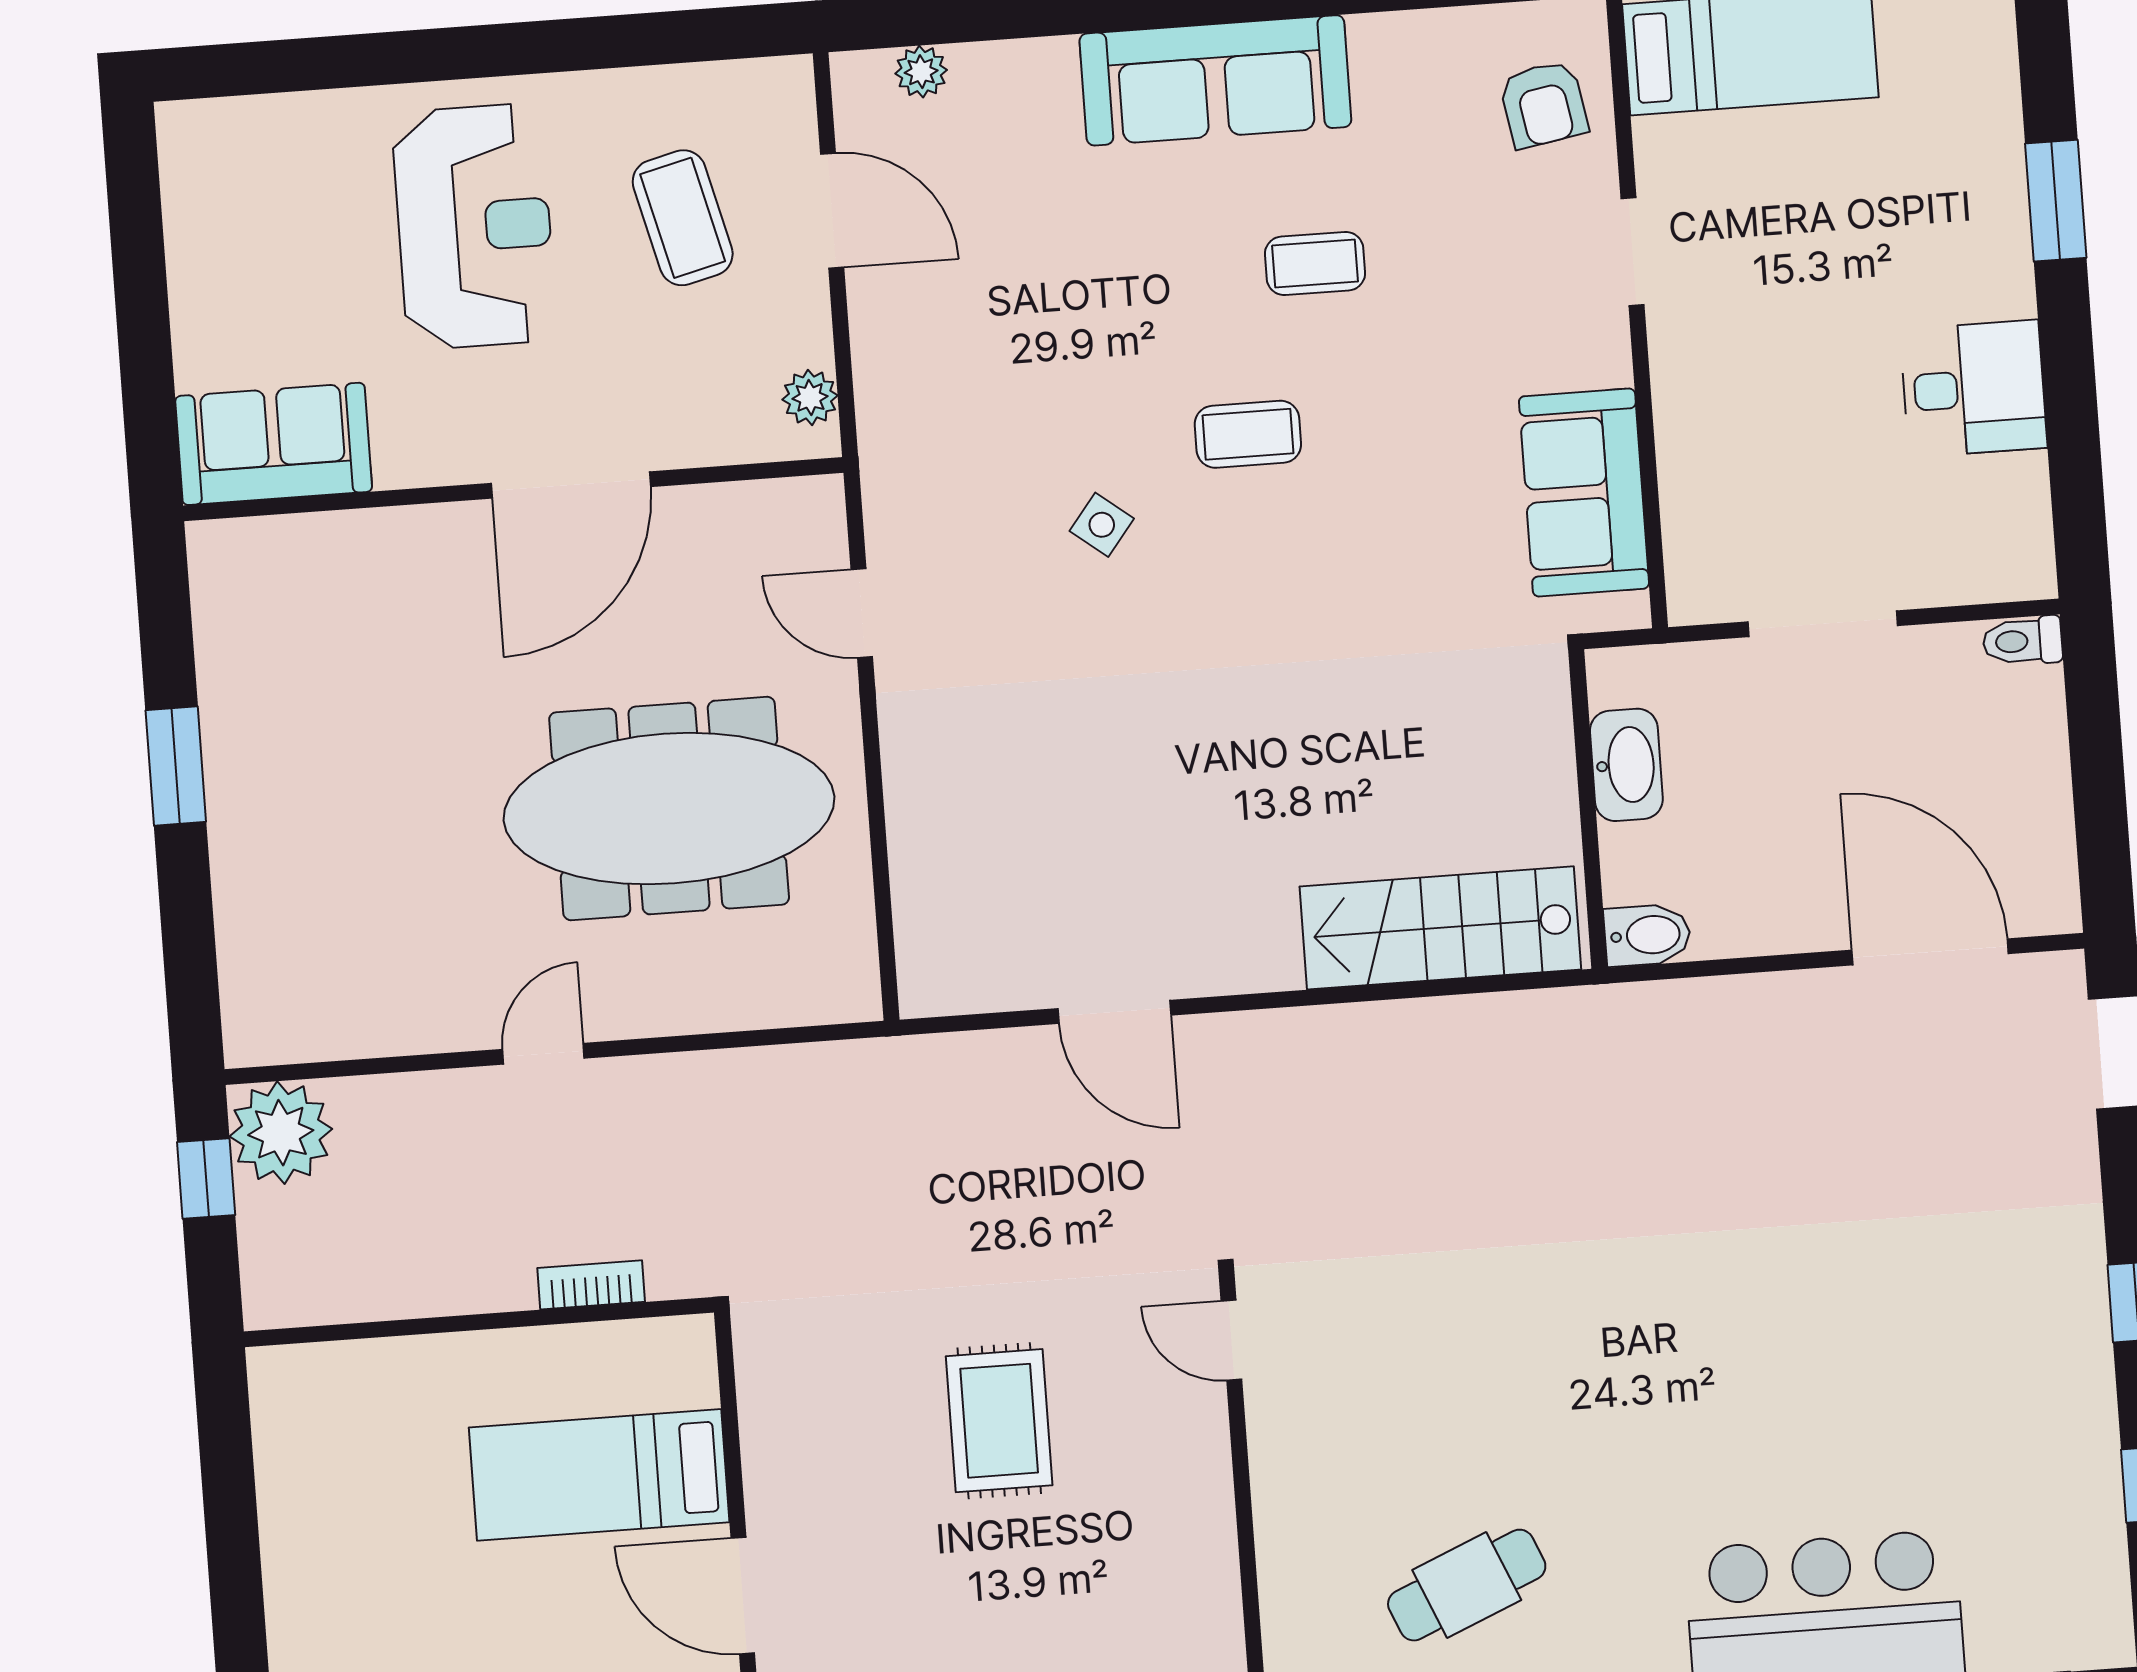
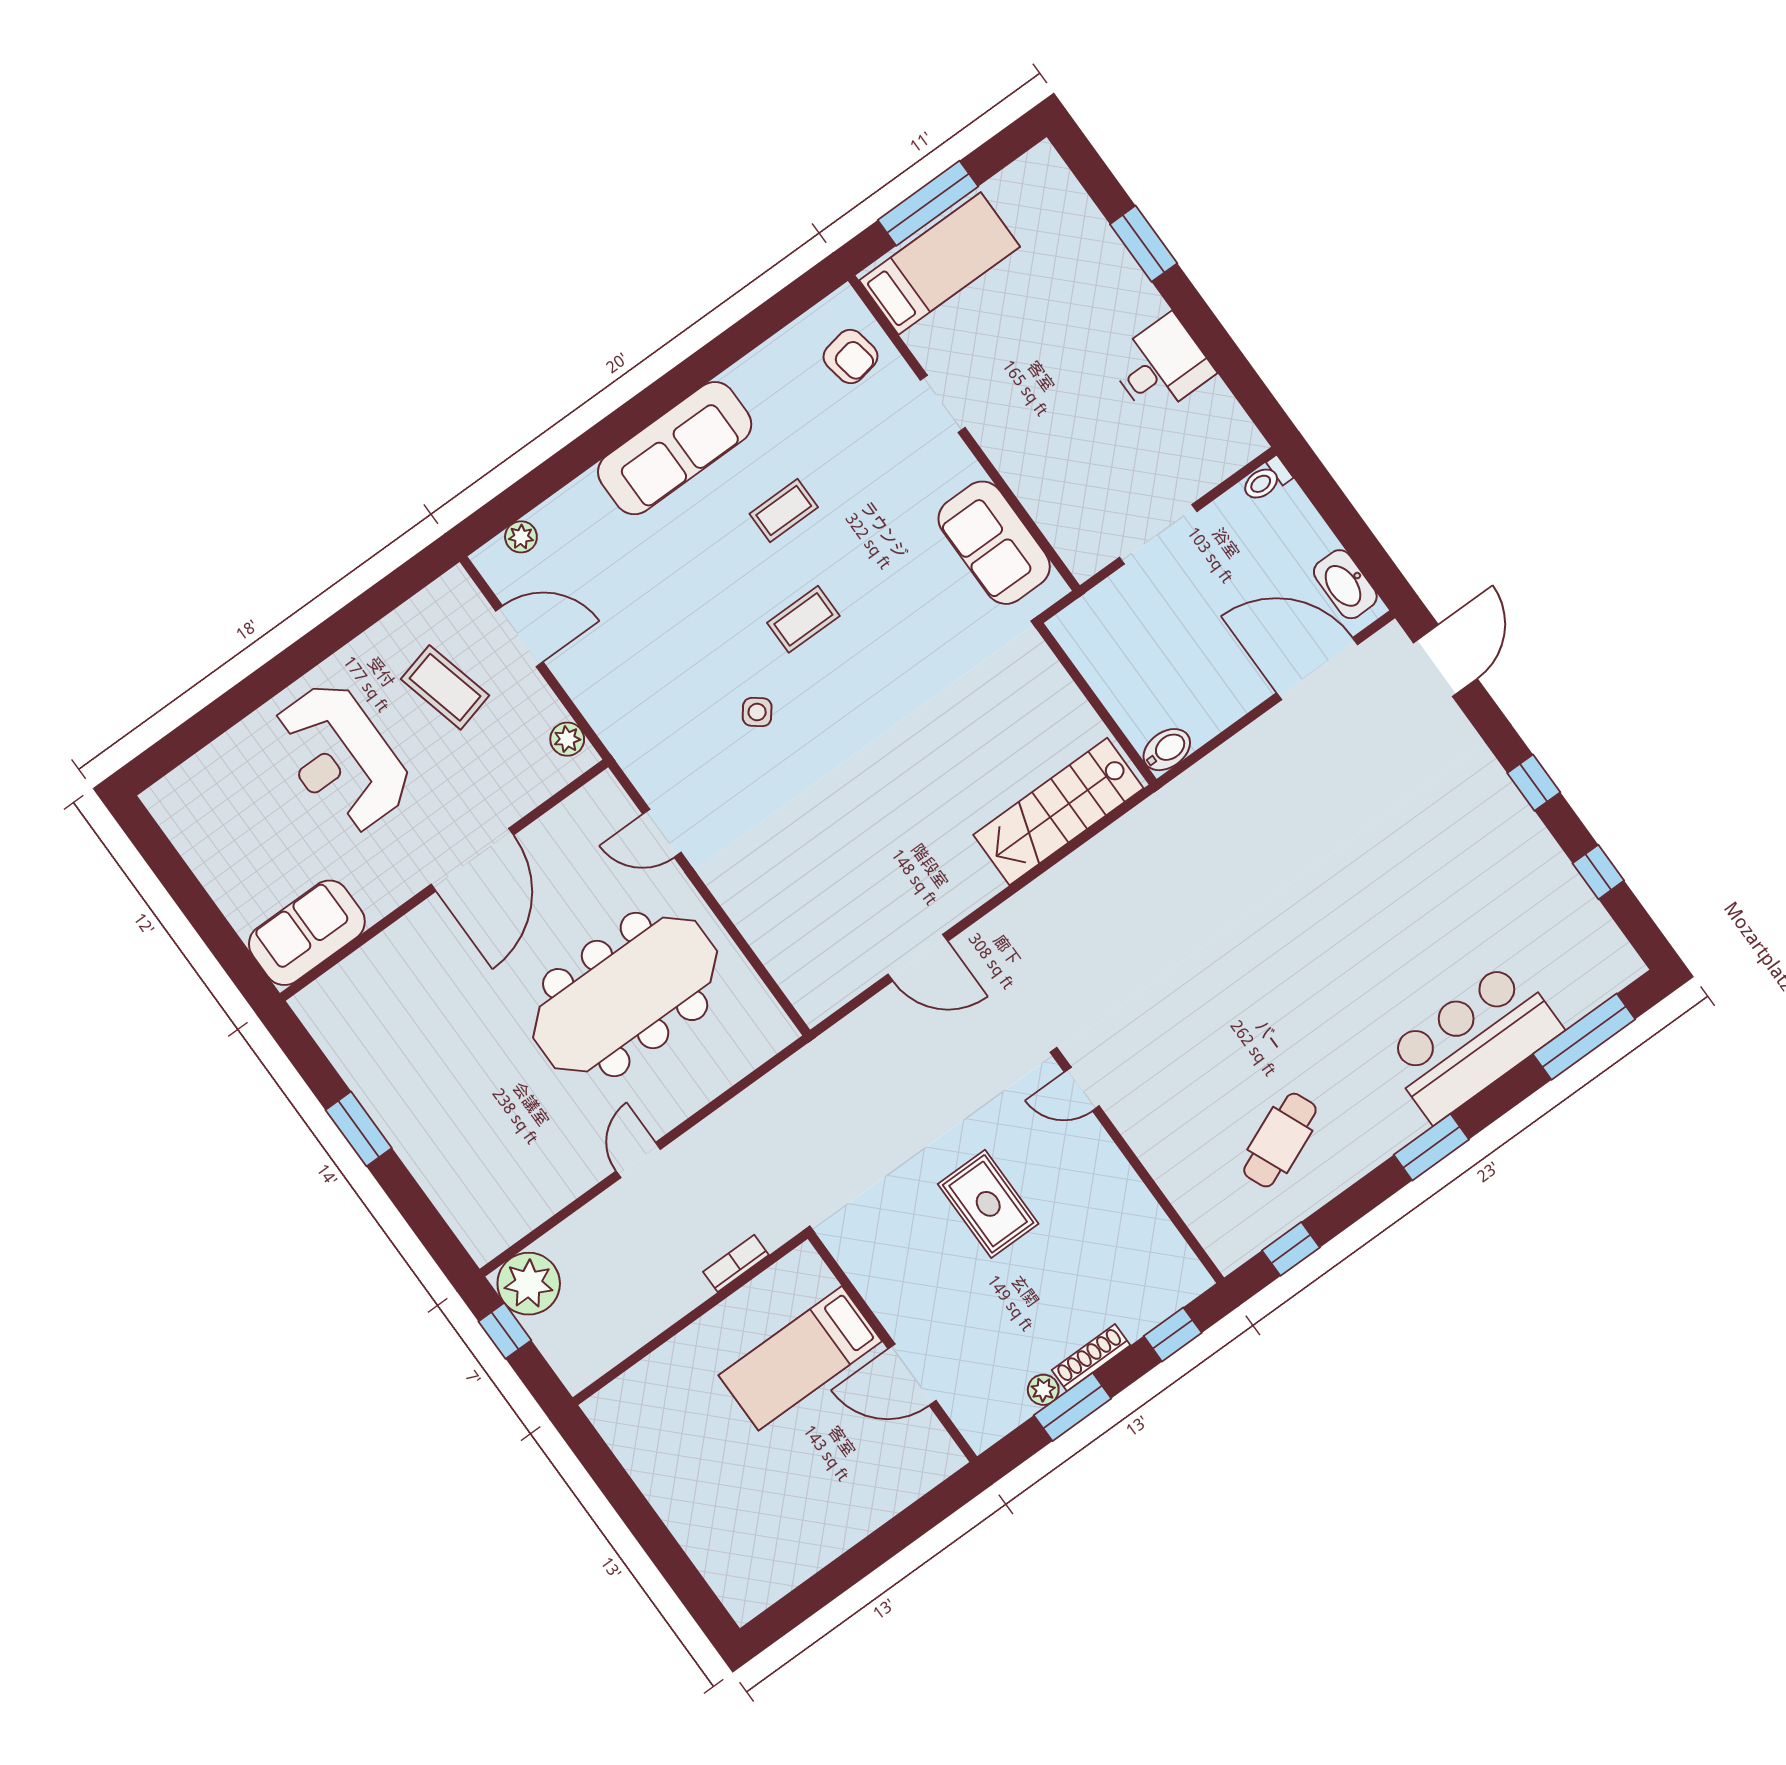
reception desk: (474, 226) -> (341, 758), turned 180
washbasin: (1626, 765) -> (1345, 584), moved, turned 180

